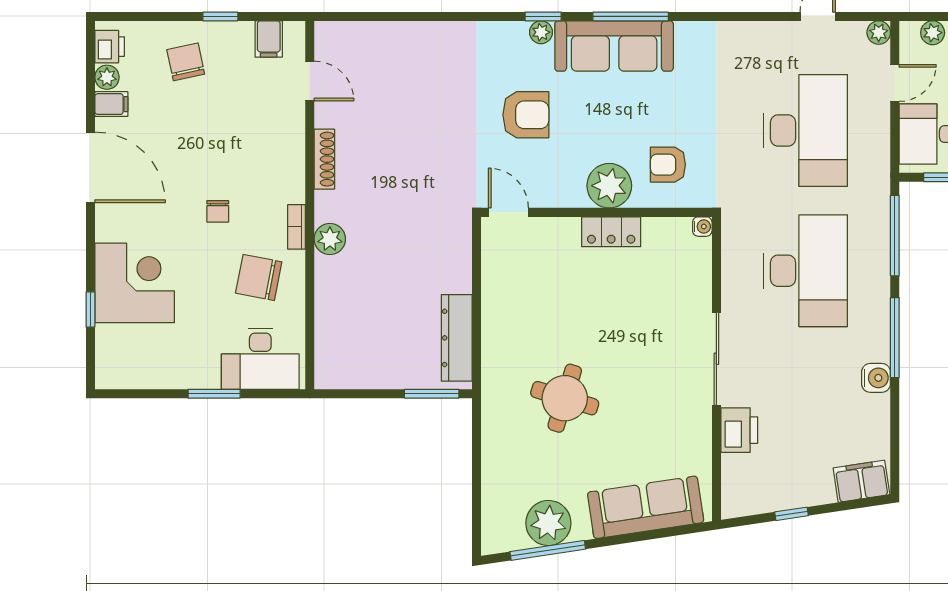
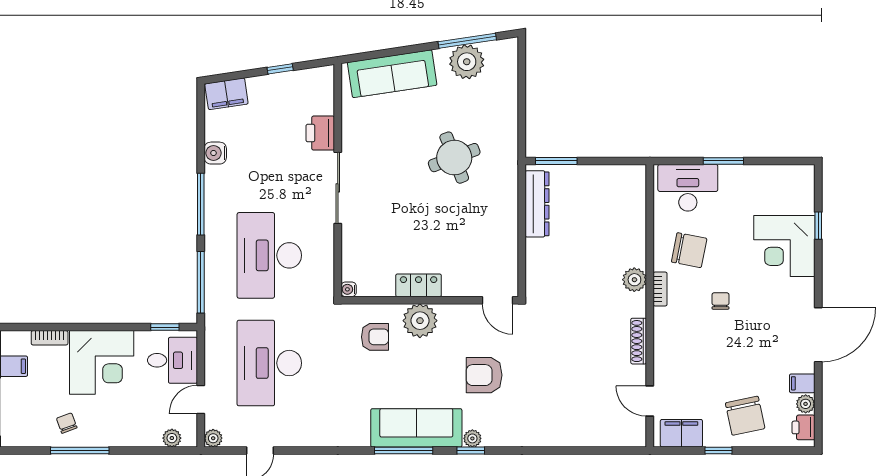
filing cabinet: (269, 39) -> (681, 433), width x2.00
chair: (186, 62) -> (745, 416), width x1.37, depth x1.37
door: (90, 167) -> (818, 335), swing flipped
water cooler: (876, 378) -> (215, 153), moved
round table: (565, 398) -> (454, 158), turned -38

